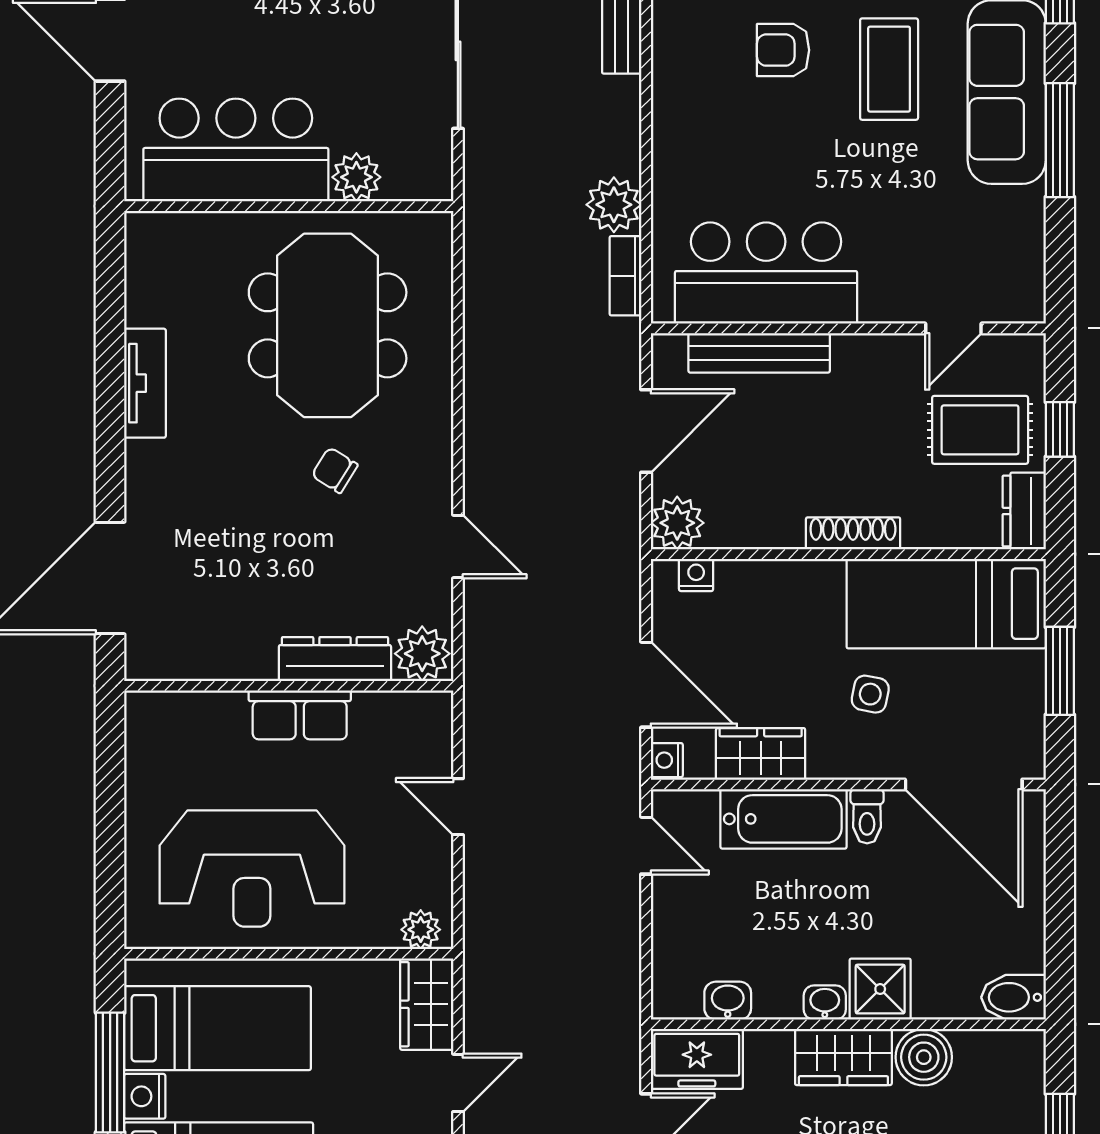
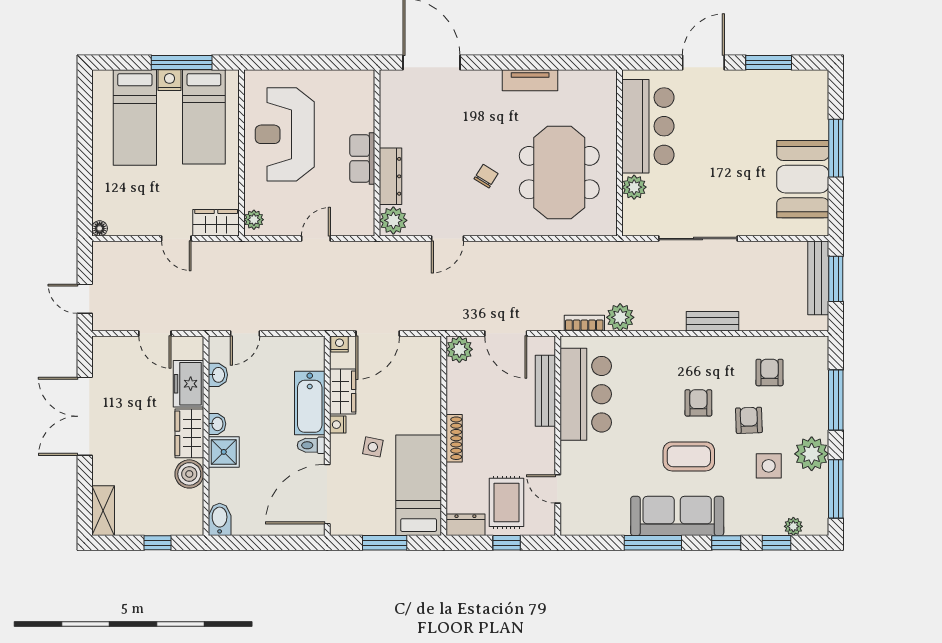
meeting table: (328, 325) -> (559, 173), turned 90
nightstand: (696, 575) -> (338, 425), moved, turned 180
door: (646, 846) -> (245, 334), moved
freezer: (697, 1059) -> (188, 384), moved

